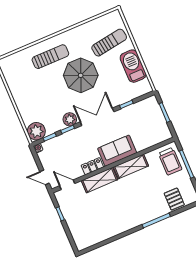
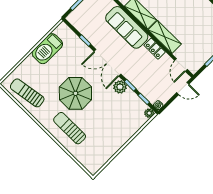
sun lounger: (109, 43) -> (27, 93), moved
plant: (36, 131) -> (149, 113), width x0.53, depth x0.53
sofa: (117, 151) -> (127, 27), width x1.36
door: (45, 177) -> (183, 88), hinge flipped

